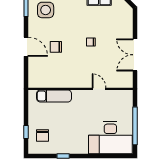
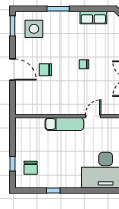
door: (99, 89) -> (93, 116), hinge flipped
exam couch: (54, 96) -> (64, 124), moved

